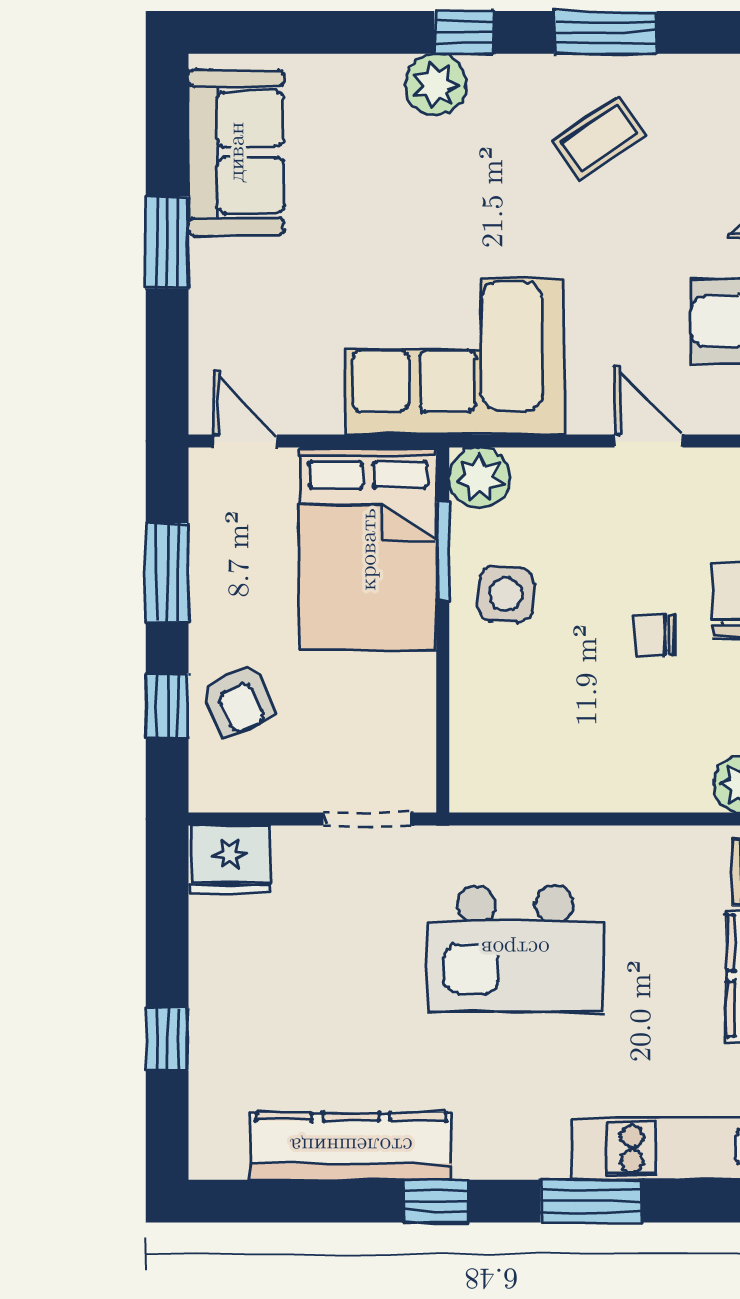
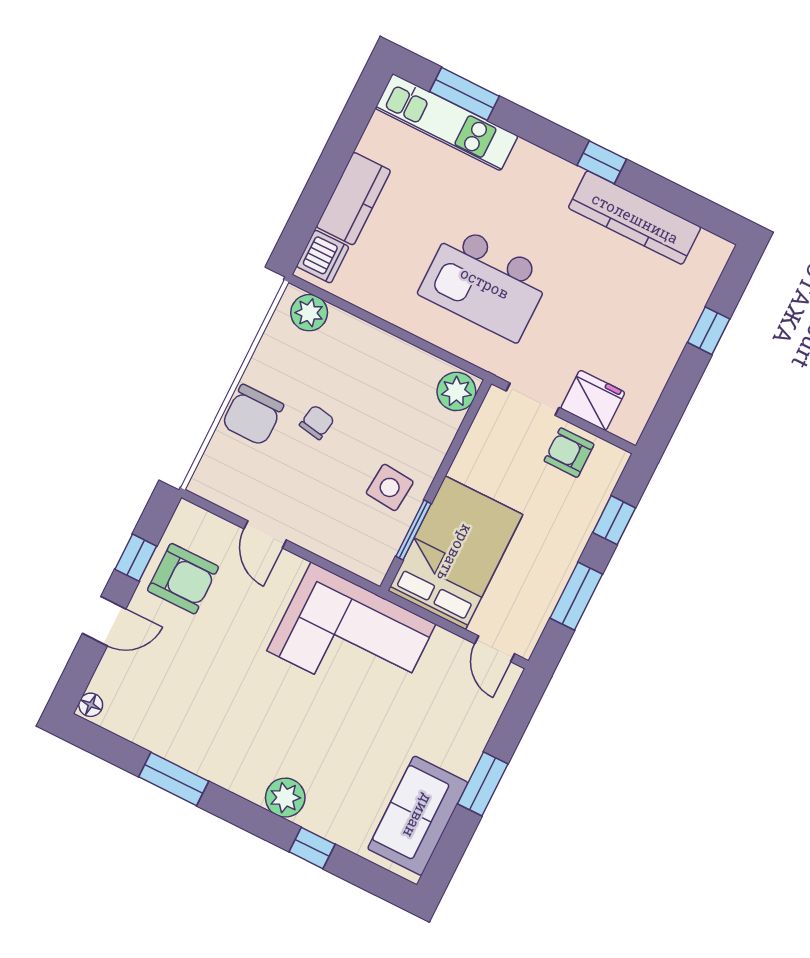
window: (464, 32) -> (312, 848), moved
coffee table: (598, 138) -> (208, 721), removed
plant: (480, 478) -> (456, 391), moved
chair: (654, 635) -> (317, 422), turned -80
armchair: (238, 700) -> (569, 453), moved, turned -65
fridge: (231, 860) -> (593, 400), moved
kitchen island: (515, 949) -> (485, 283), turned 180
window: (591, 1201) -> (464, 94), moved

